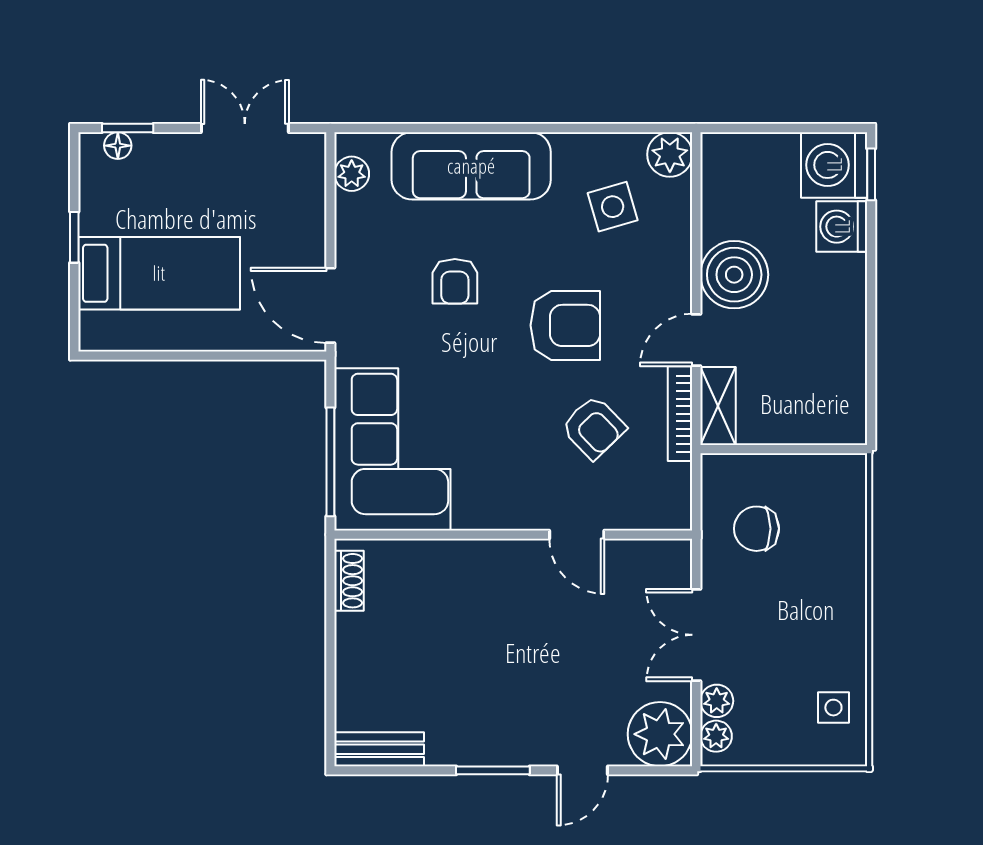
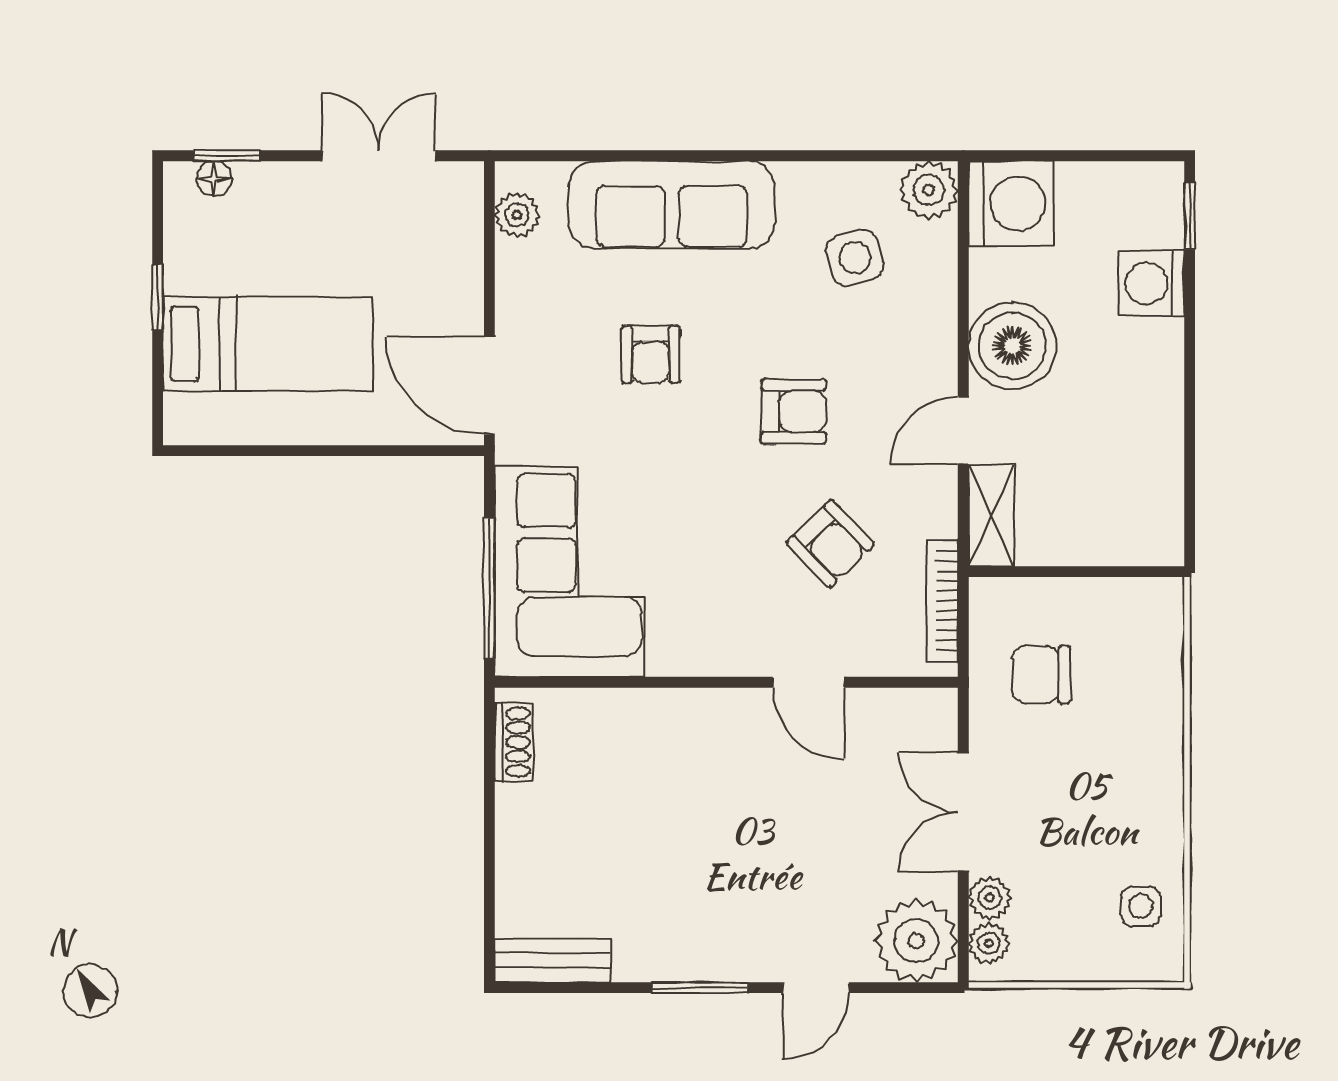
washing machine: (834, 165) -> (1011, 204), moved, turned 180
armchair: (565, 325) -> (794, 411), width x0.72, depth x0.72
bookcase: (680, 414) -> (942, 601), moved

